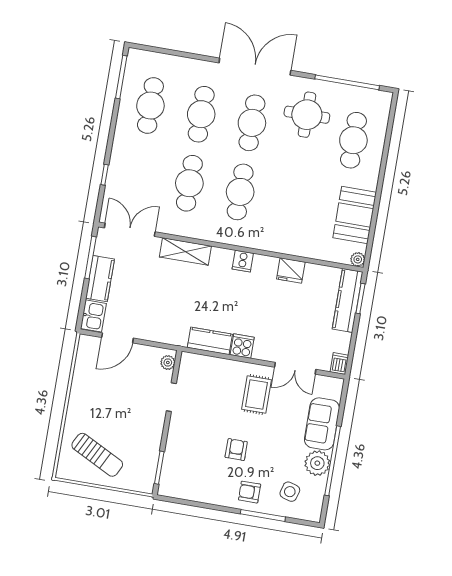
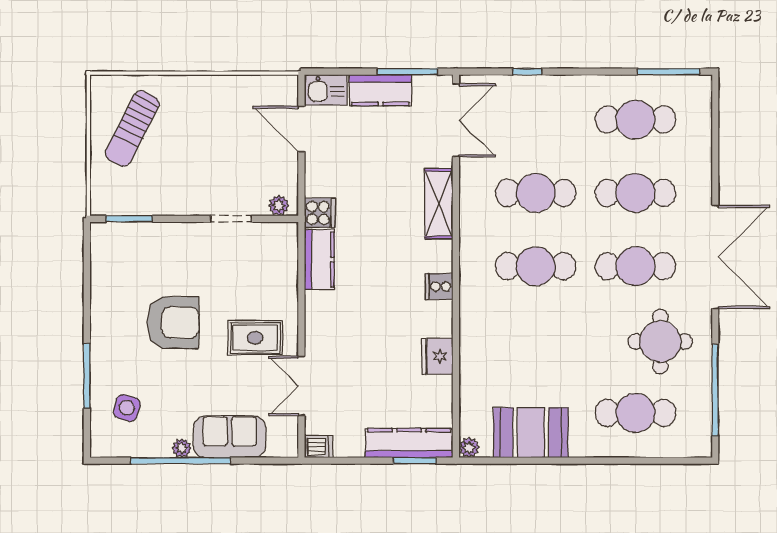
cooker: (242, 346) -> (320, 213), moved
armchair: (236, 450) -> (173, 323), width x1.88, depth x1.88
plant: (317, 463) -> (182, 448), width x0.53, depth x0.53
armchair: (250, 492) -> (116, 351), removed

